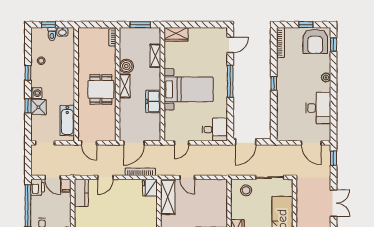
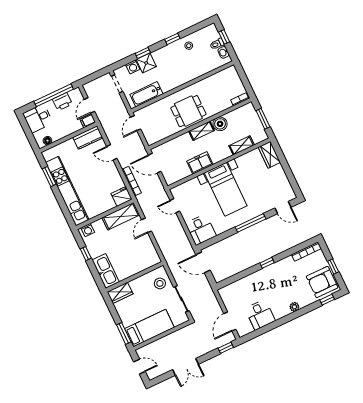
washing machine: (36, 93) -> (133, 67), moved
desk: (318, 108) -> (260, 315), width x0.73
printer: (38, 187) -> (62, 102), moved

